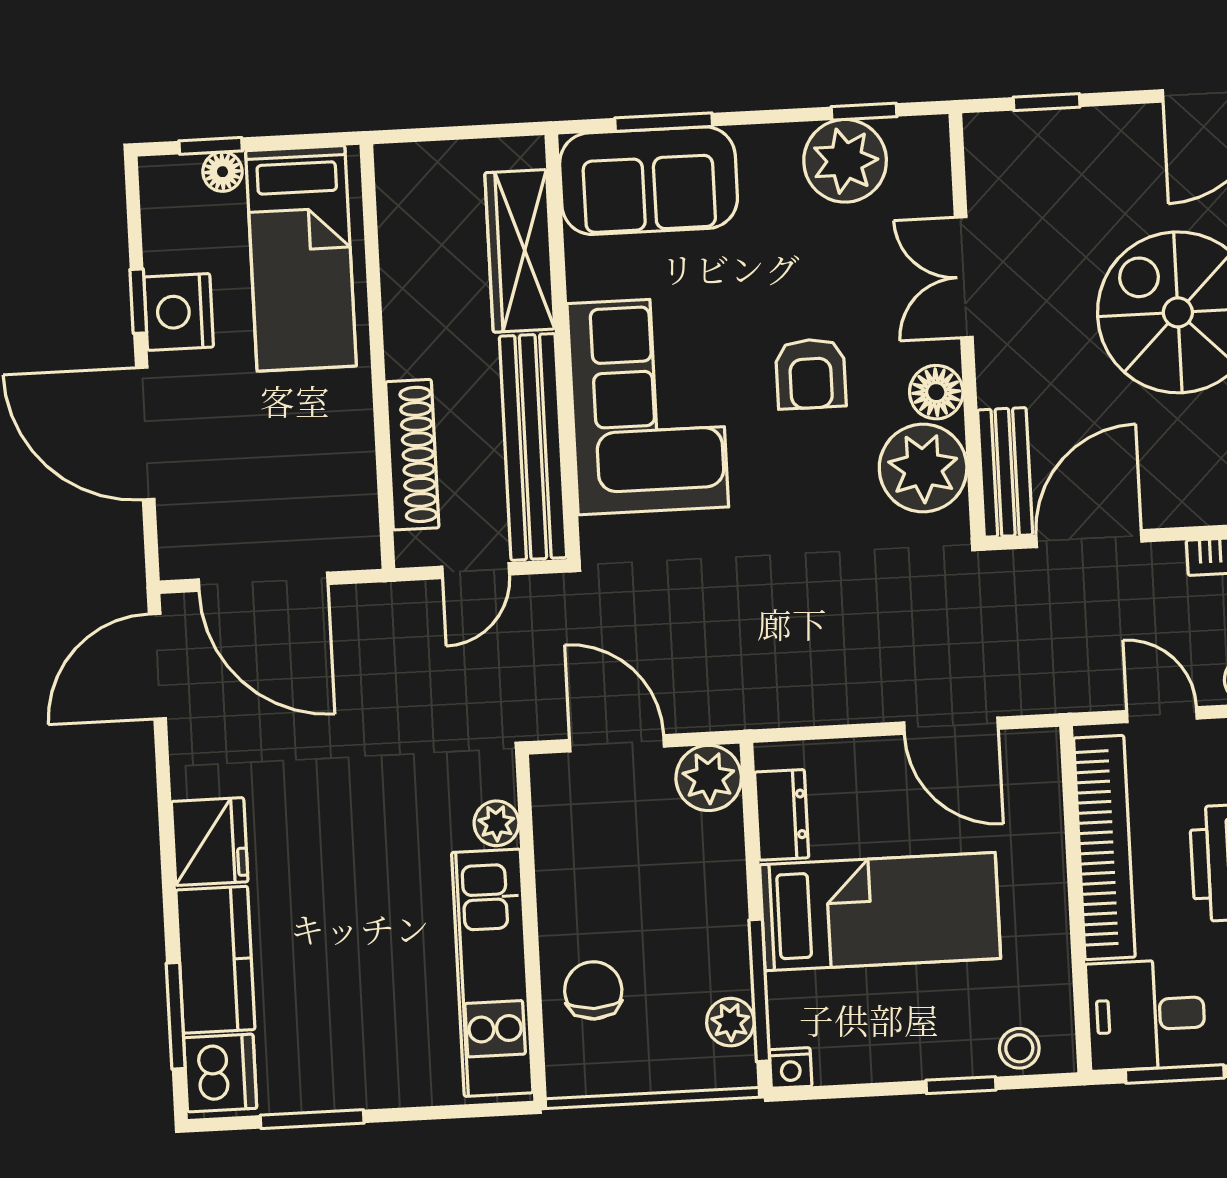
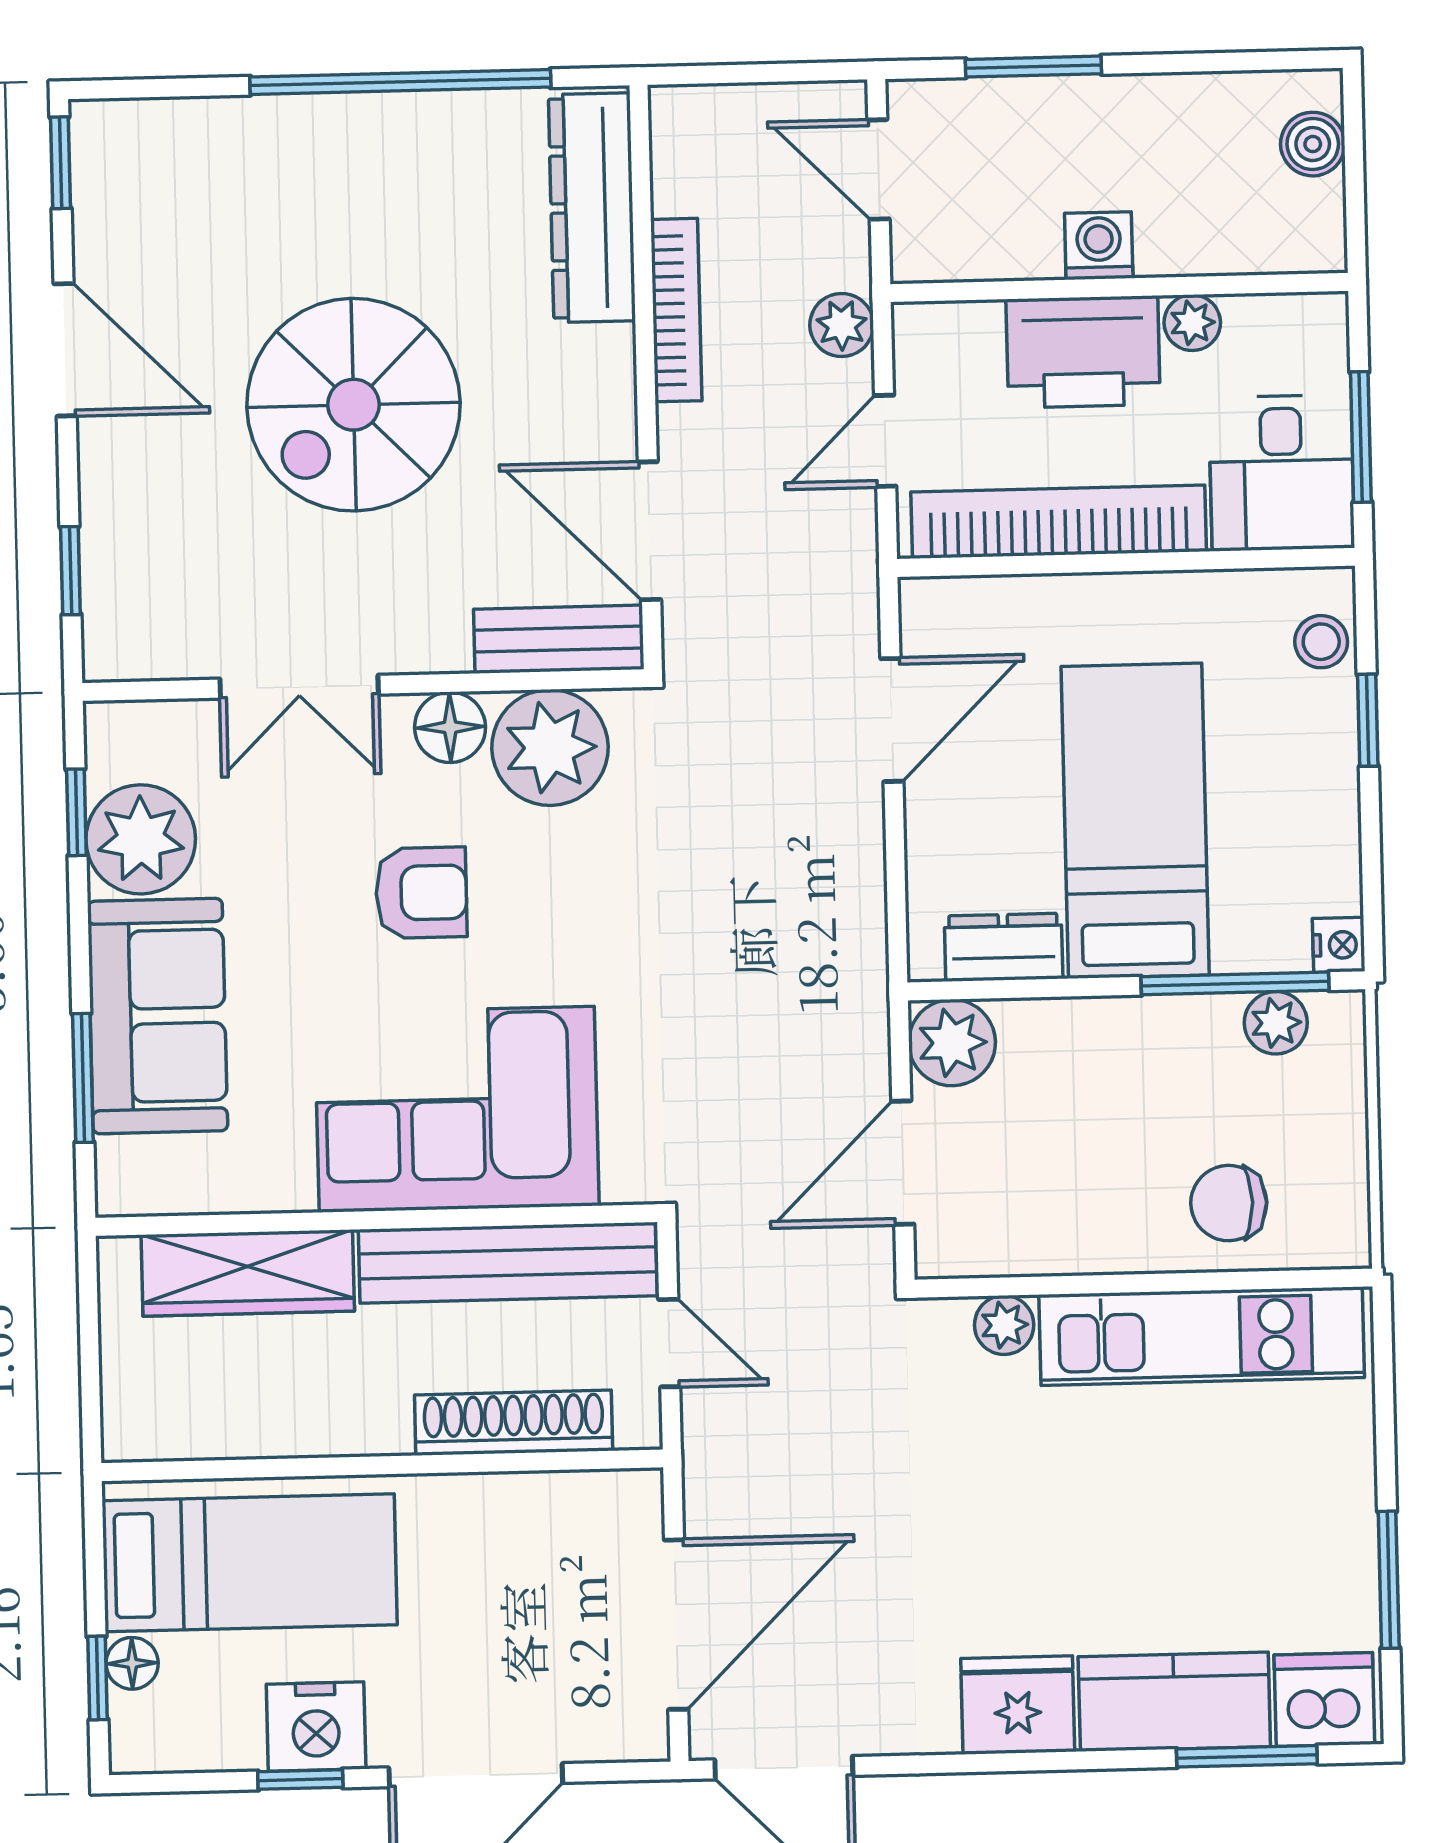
sofa: (649, 181) -> (158, 1016), moved

